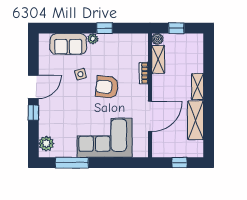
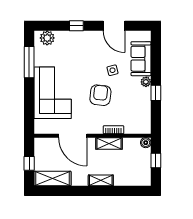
shelving: (158, 59) -> (109, 143), moved
door: (33, 87) -> (114, 26), moved
shelving: (196, 120) -> (52, 179), moved

